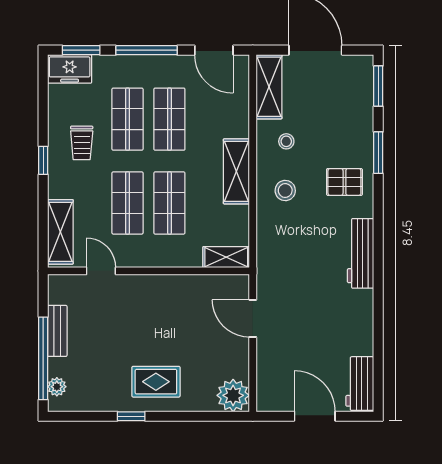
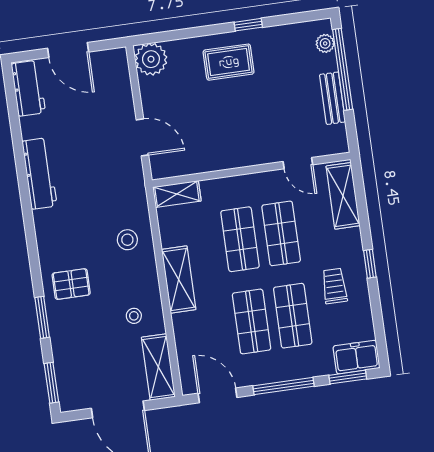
stool: (285, 191) -> (127, 240), moved
workbench: (361, 253) -> (40, 174), moved

